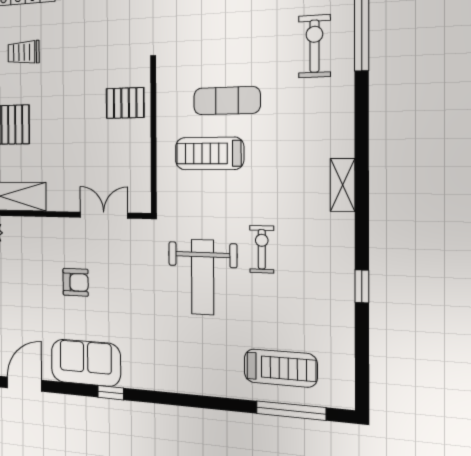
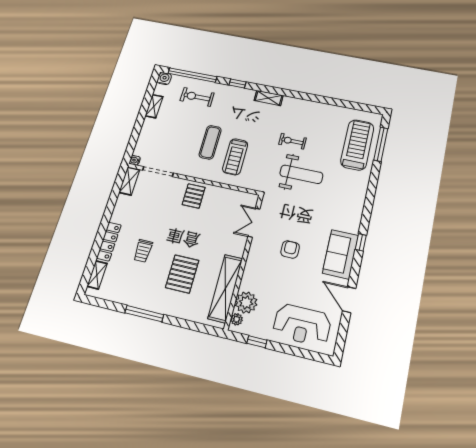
window: (362, 286) -> (237, 84), moved
treadmill: (280, 368) -> (357, 145), width x1.37, depth x1.38

